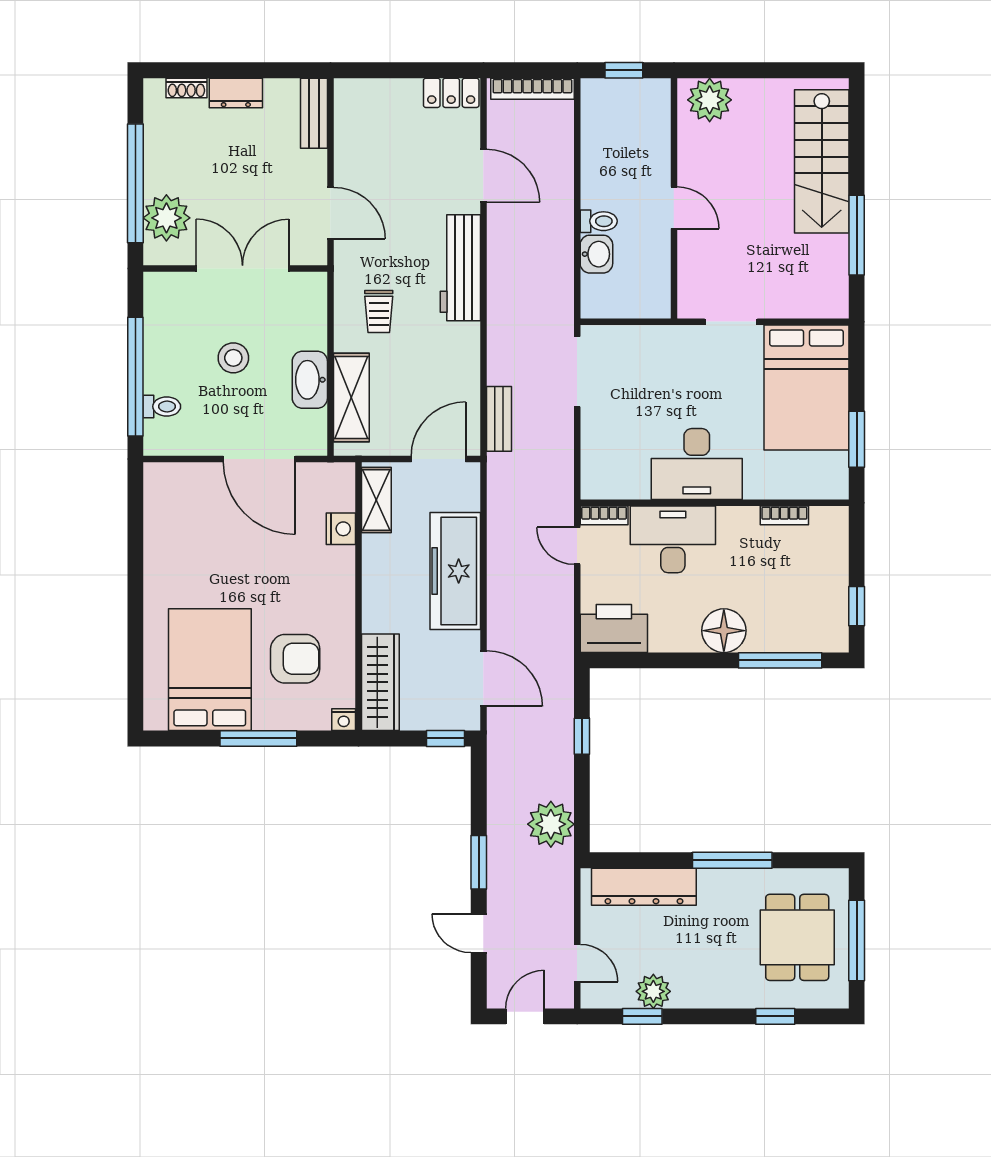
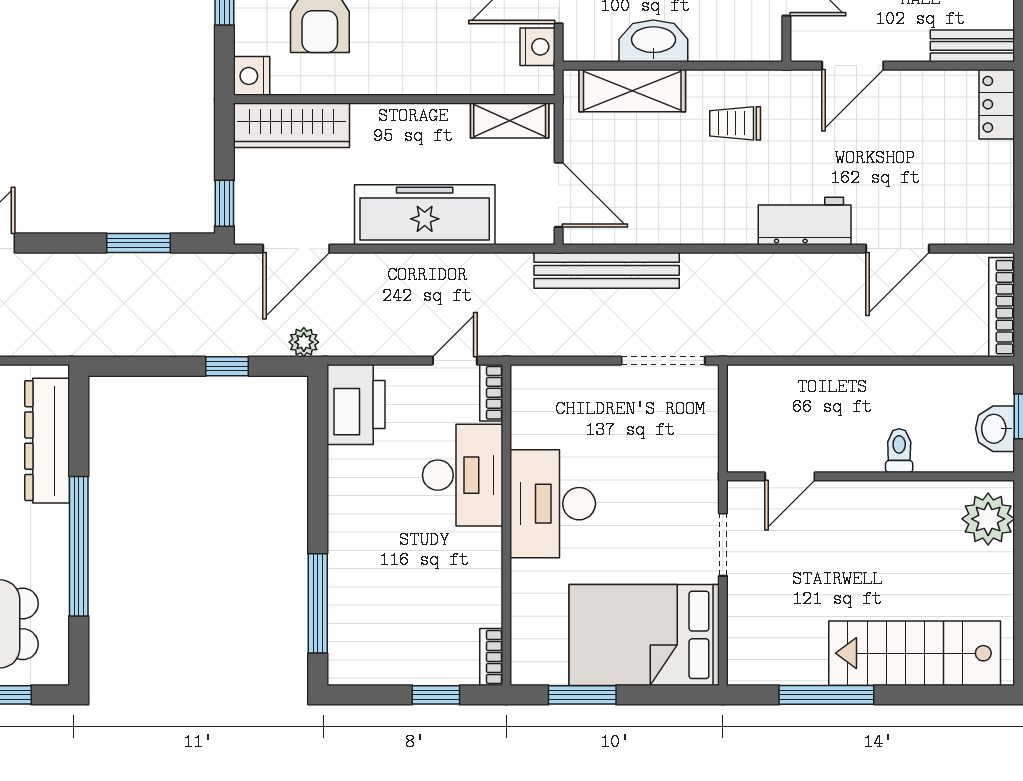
locker: (451, 93) -> (997, 104), moved
door: (674, 208) -> (790, 476), moved
toilet: (599, 221) -> (899, 451), moved, turned 180
washbasin: (596, 254) -> (995, 429), moved, turned 90
workbench: (460, 268) -> (805, 221), width x0.73
bench: (499, 419) -> (607, 270), width x1.86, depth x1.21
bookcase: (784, 515) -> (491, 657), moved
nightstand: (341, 529) -> (537, 47), moved, turned -90
window: (857, 606) -> (436, 695), moved
floor lamp: (724, 631) -> (353, 536), removed
nightstand: (344, 720) -> (252, 76), width x1.39, depth x1.35
plant: (551, 824) -> (304, 342), moved, width x0.53, depth x0.53
window: (732, 860) -> (79, 546), width x1.46
window: (479, 862) -> (138, 243), moved

